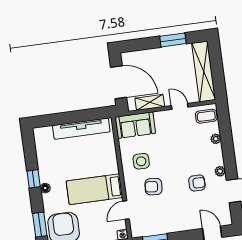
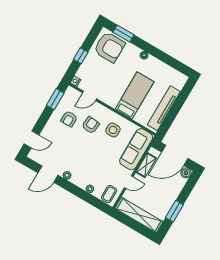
boiler: (127, 58) -> (186, 173), added
sofa: (135, 125) -> (136, 149), width x1.36
window: (34, 179) -> (156, 52), removed
armchair: (197, 183) -> (69, 119), moved
bed: (94, 189) -> (135, 95), moved
door: (126, 210) -> (90, 96), swing flipped

